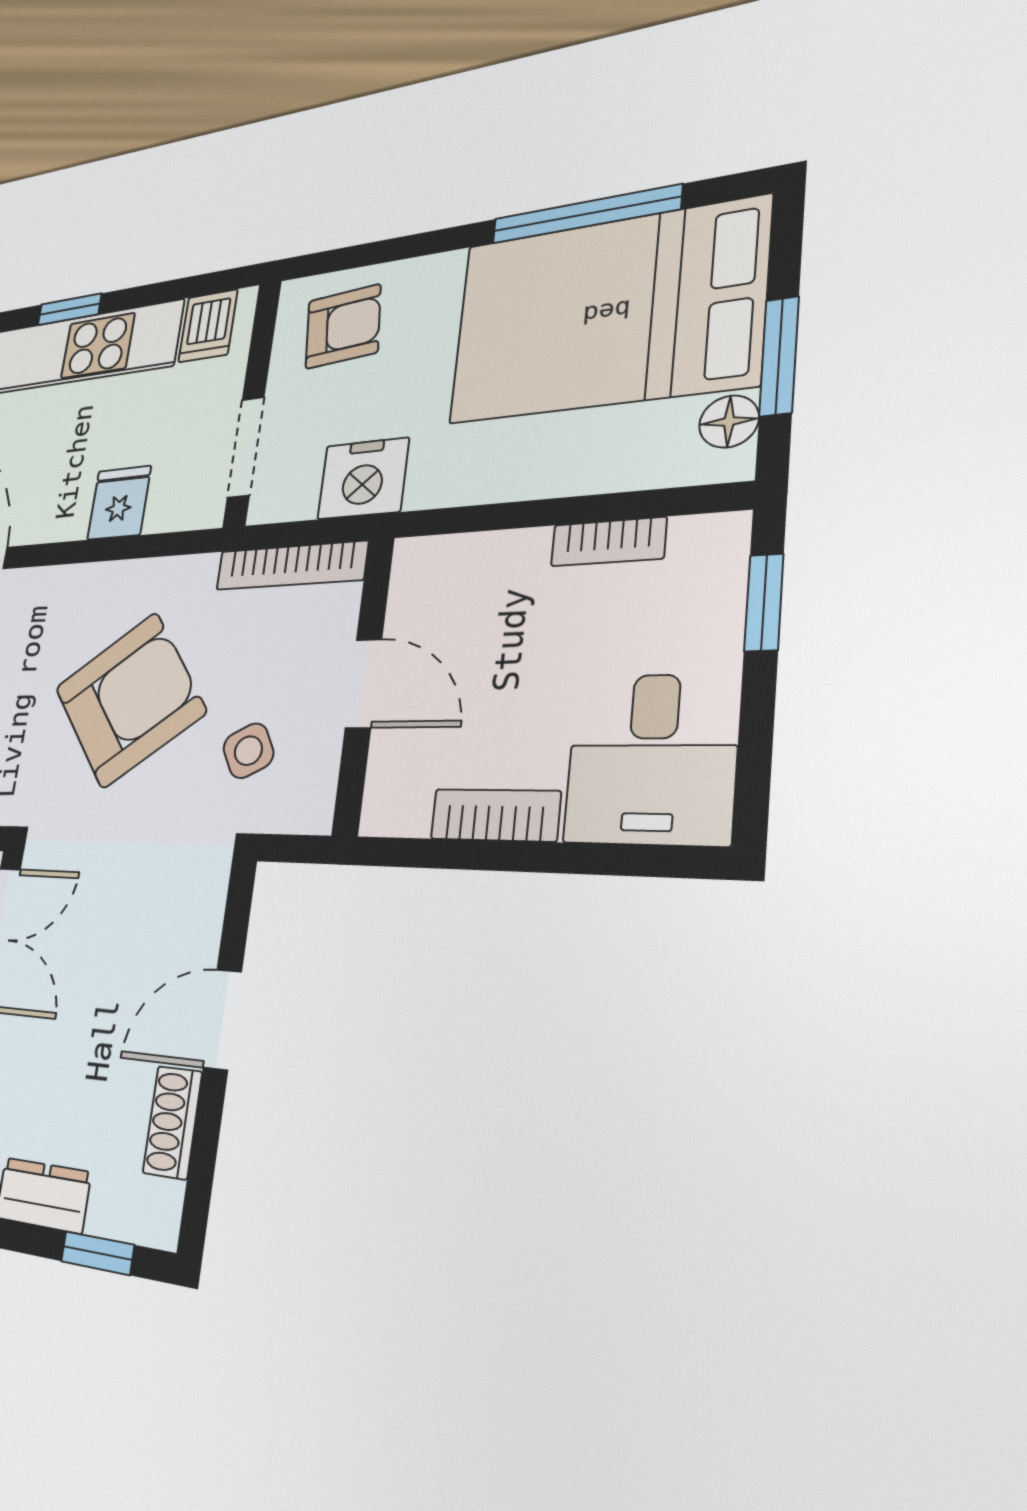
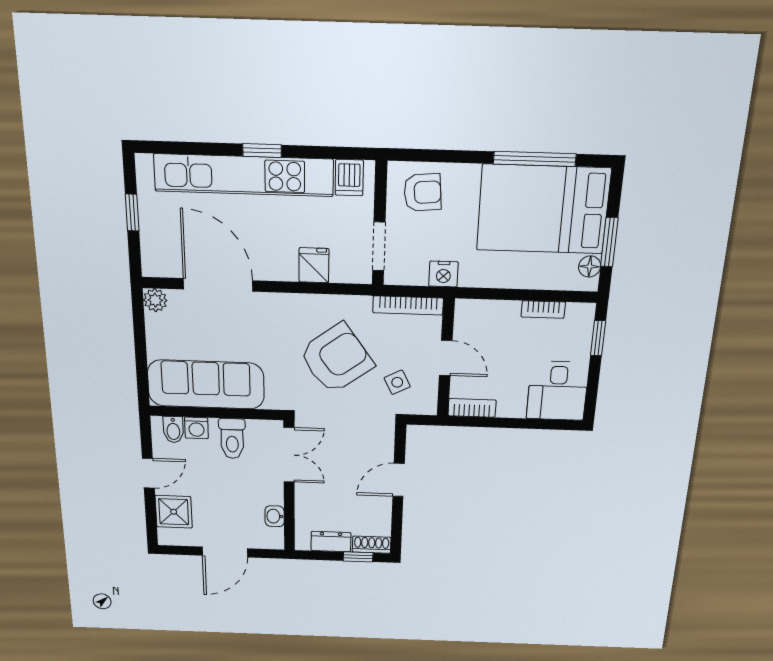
nightstand: (363, 479) -> (443, 274), width x0.74, depth x0.75
bookcase: (495, 815) -> (472, 408), moved
shoe rack: (172, 1122) -> (372, 545), moved, turned 90

